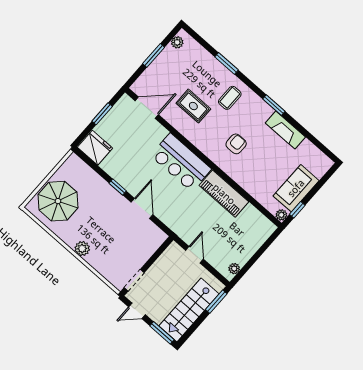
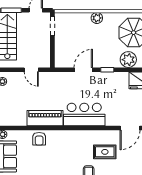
armchair: (236, 144) -> (39, 139), moved
plant: (87, 178) -> (128, 60), added
door: (142, 208) -> (83, 70), swing flipped

